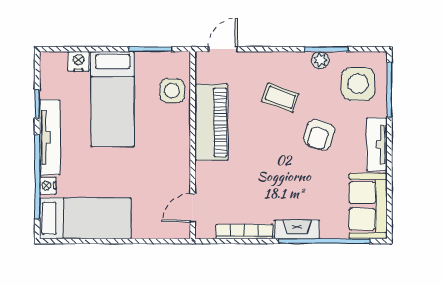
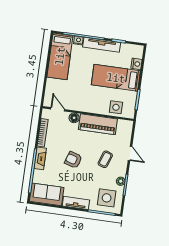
door: (223, 49) -> (130, 153), moved
armchair: (319, 135) -> (73, 160), moved
floor lamp: (205, 172) -> (74, 118), added

